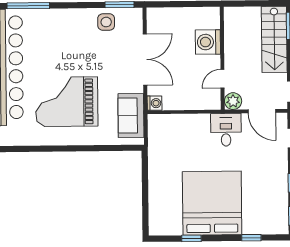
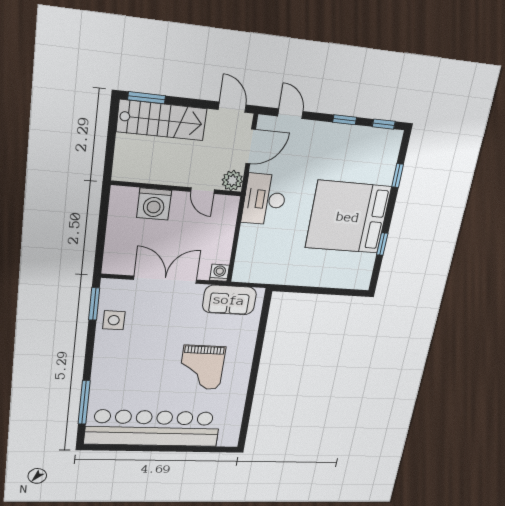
grand piano: (67, 102) -> (202, 367), width x0.73, depth x0.68
desk: (226, 130) -> (264, 199), width x1.37

